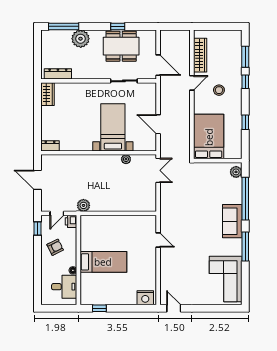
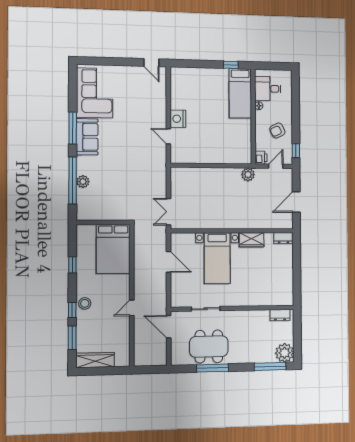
window: (118, 26) -> (212, 368), width x2.17
plant: (81, 39) -> (285, 353), moved
wardrobe: (200, 55) -> (95, 360), moved, turned 90
dresser: (58, 74) -> (280, 315), width x0.70
stool: (219, 90) -> (85, 303), moved
wardrobe: (47, 94) -> (252, 240), moved, turned -90
plant: (126, 159) -> (203, 224), removed
plant: (236, 172) -> (83, 182), moved
door: (37, 180) -> (296, 202), swing flipped
sofa: (232, 221) -> (87, 137), moved
bed: (103, 262) -> (240, 93), moved, turned -90
nightstand: (145, 298) -> (178, 119), moved, turned -90

